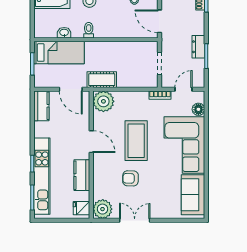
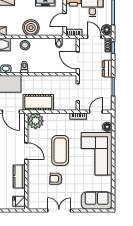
dresser: (198, 47) -> (107, 69), moved
cot: (102, 80) -> (38, 102), width x1.37, depth x1.34
sofa: (193, 195) -> (97, 200), moved, turned 90
plant: (103, 209) -> (35, 202), removed

